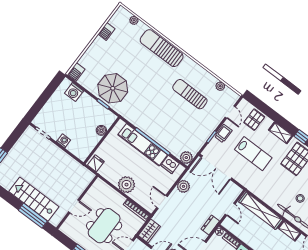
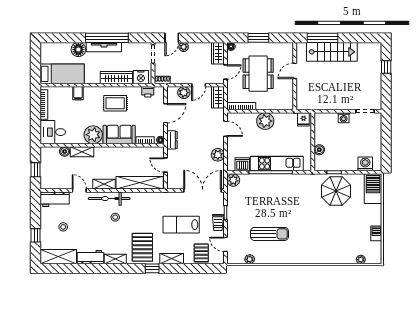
sun lounger: (162, 48) -> (321, 254), removed
barbecue: (76, 72) -> (373, 189), width x1.88, depth x1.53

